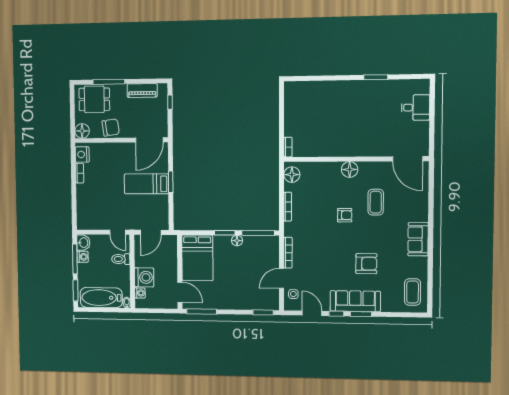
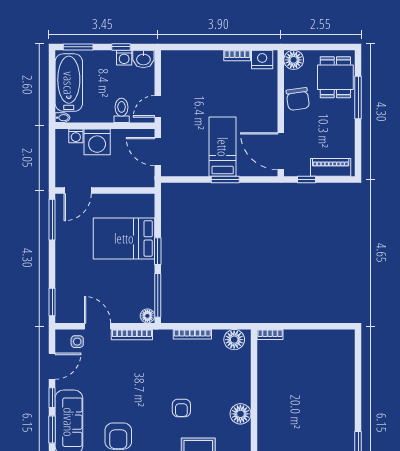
piano: (142, 91) -> (331, 167), moved, turned 90
window: (170, 102) -> (306, 179), moved
floor lamp: (237, 241) -> (147, 316), moved
bed: (197, 258) -> (124, 238), moved
window: (75, 259) -> (121, 47), width x0.46

